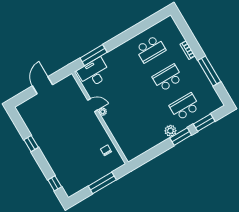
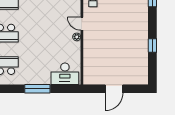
window: (94, 55) -> (37, 89), moved
door: (92, 105) -> (82, 24), moved

